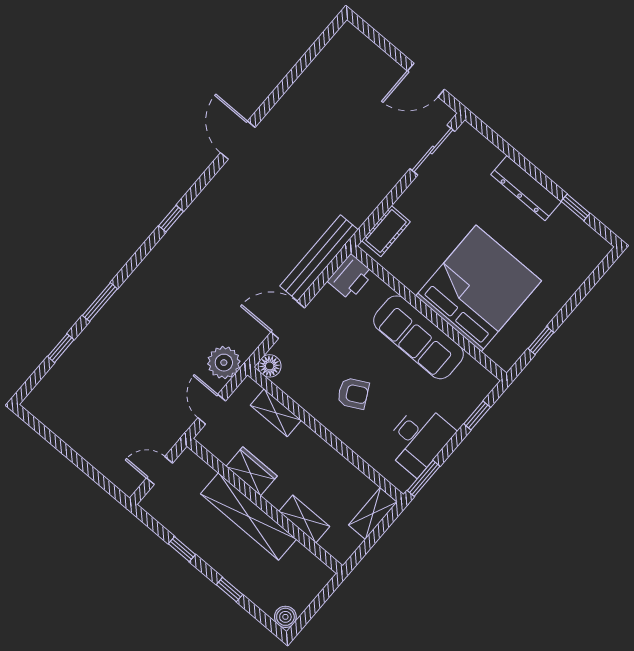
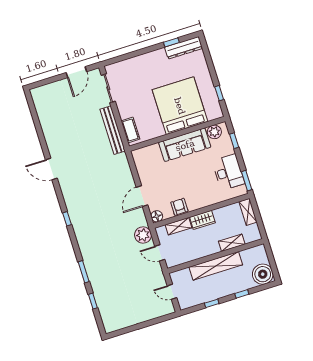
dresser: (526, 188) -> (184, 48), moved
bench: (319, 258) -> (113, 130), moved
printer: (351, 277) -> (141, 158), removed
plant: (471, 373) -> (214, 132), added
armchair: (353, 393) -> (179, 207), moved, turned -62
door: (160, 471) -> (172, 292), hinge flipped
wardrobe: (252, 471) -> (202, 220), moved, turned 180
boiler: (285, 617) -> (263, 274), width x1.86, depth x1.86

